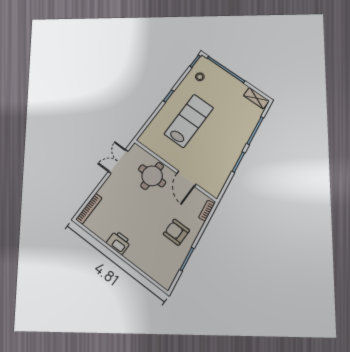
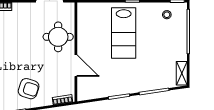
lab bench: (189, 121) -> (124, 33), turned 90
door: (186, 179) -> (76, 66), swing flipped
armchair: (176, 232) -> (29, 89), turned 108

